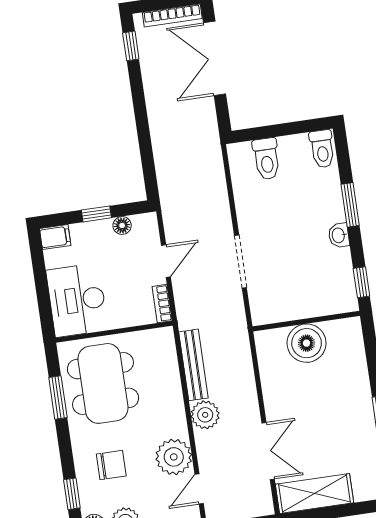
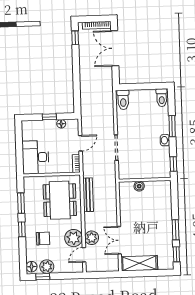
toilet: (266, 159) -> (123, 100), moved
filing cabinet: (55, 237) -> (28, 126), removed
boiler: (307, 343) -> (139, 186), width x0.54, depth x0.54
dining table: (103, 383) -> (60, 200), moved
plant: (205, 415) -> (92, 238), moved
double door: (268, 451) -> (119, 240), swing flipped
window: (72, 494) -> (22, 229), moved

